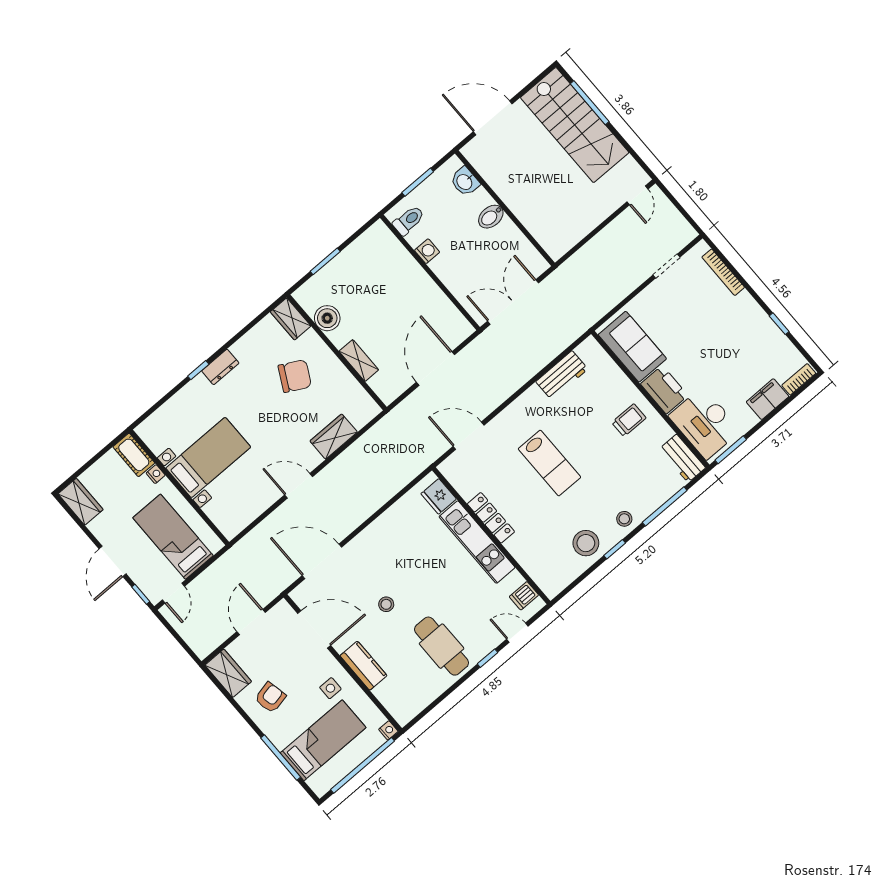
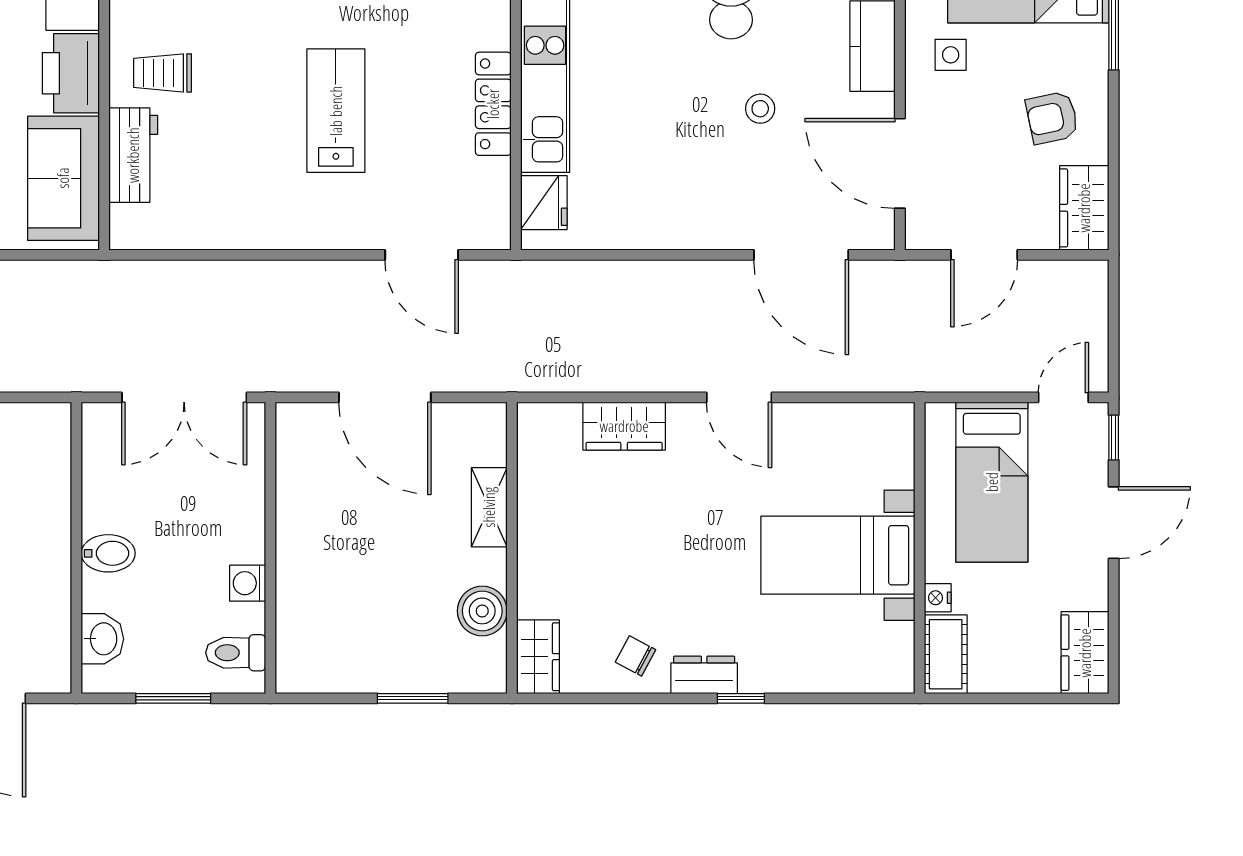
door: (436, 368) -> (385, 397), hinge flipped
workbench: (562, 375) -> (133, 155), moved, turned 90
chair: (295, 376) -> (635, 656), moved, width x0.54, depth x0.54

